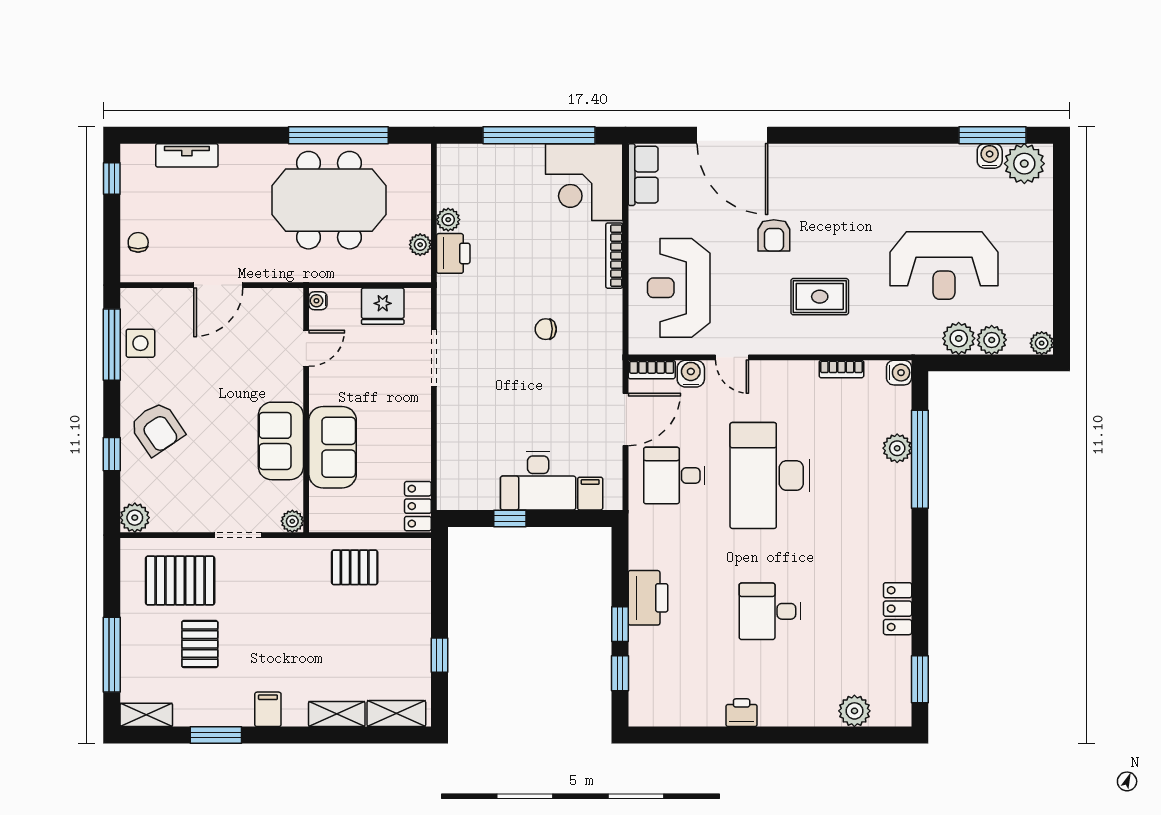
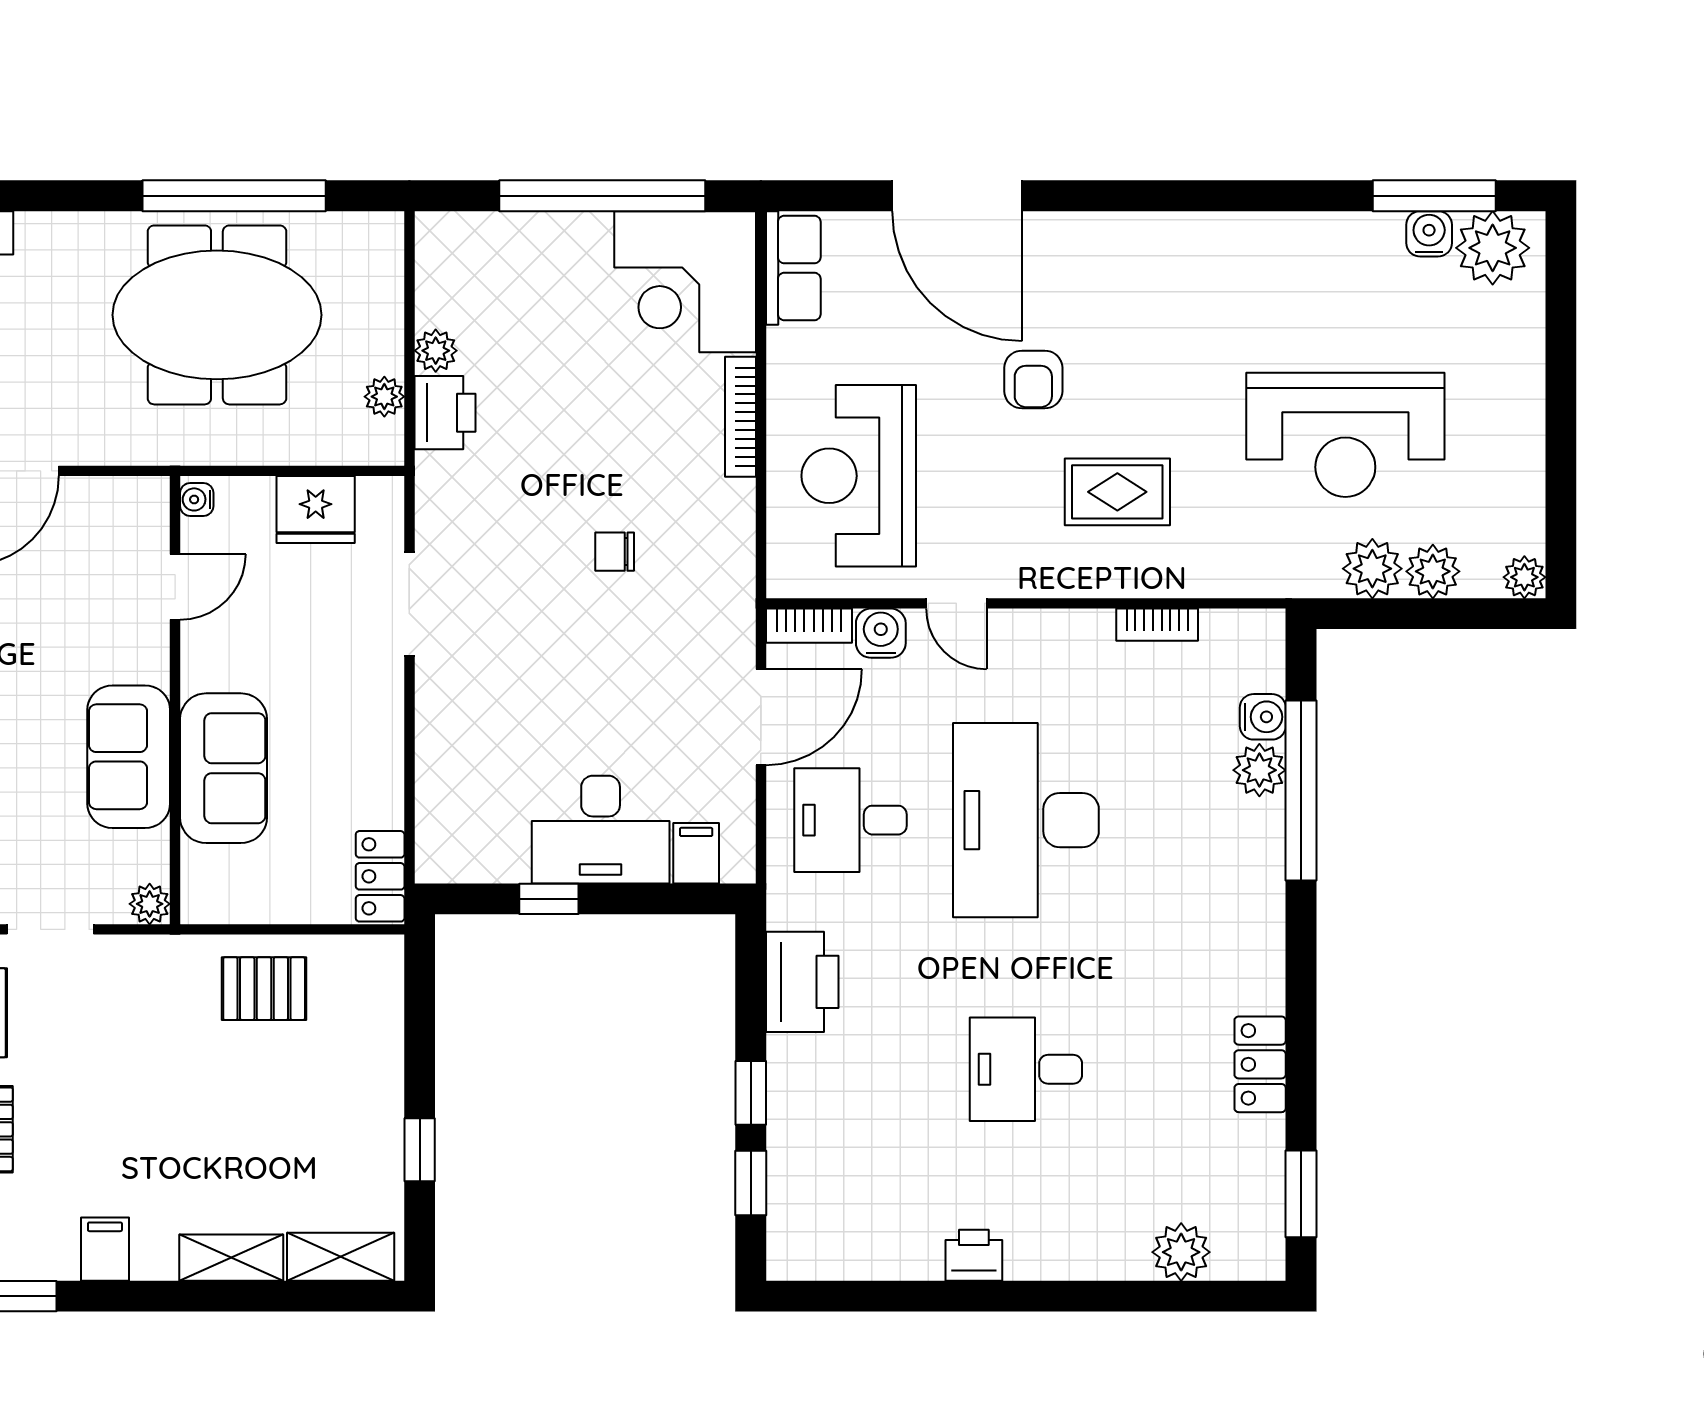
water cooler: (899, 373) -> (1263, 717), moved
printer: (648, 598) -> (802, 982), moved

